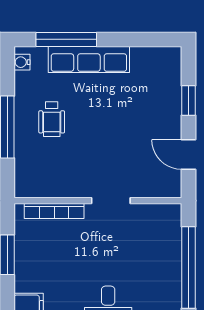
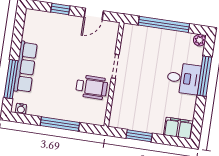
wheelchair: (52, 119) -> (92, 87), moved, width x1.36, depth x1.37
bookcase: (54, 211) -> (116, 103), removed

